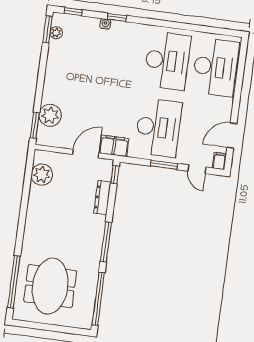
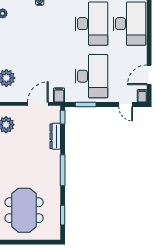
filing cabinet: (114, 146) -> (59, 95), width x0.50
window: (164, 165) -> (86, 104), moved
window: (98, 299) -> (63, 215), width x0.47

